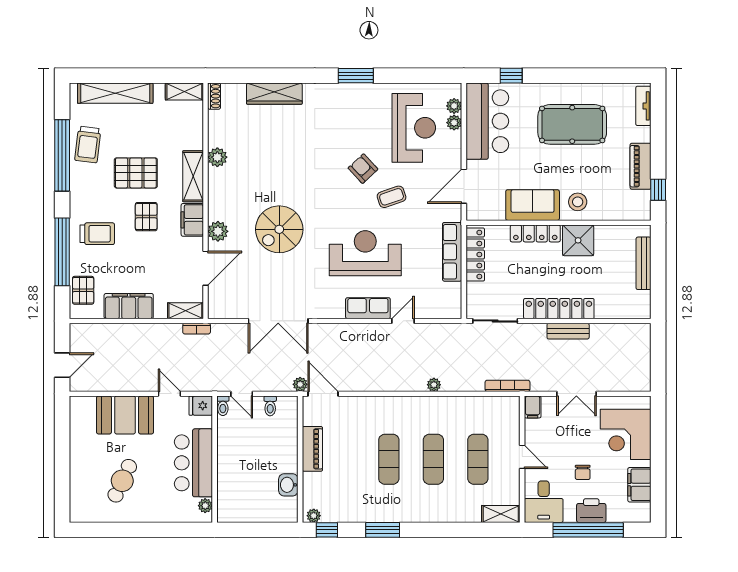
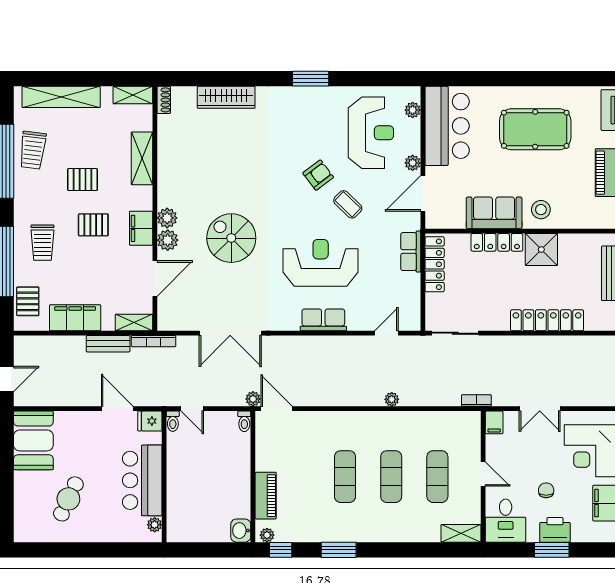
window: (511, 76) -> (472, 79), removed
plant: (454, 123) -> (413, 163), moved
plant: (217, 157) -> (167, 218), moved
armchair: (363, 169) -> (318, 175), turned 96
pallet: (136, 173) -> (83, 180), width x0.67, depth x0.71
shelving: (193, 176) -> (142, 158), moved
coffee table: (392, 197) -> (348, 204), turned 63
pallet: (146, 217) -> (93, 225), turned 90
spiral stairs: (279, 229) -> (231, 238), turned 90
trolley: (97, 234) -> (42, 243), turned 90
row of seats: (452, 252) -> (411, 252), width x0.68
locker: (559, 309) -> (547, 320), moved
door: (403, 321) -> (386, 333), moved
bookcase: (197, 329) -> (154, 341), width x1.56
bench: (568, 331) -> (108, 344), moved
bookcase: (508, 386) -> (476, 400), width x0.64
door: (169, 394) -> (117, 409), width x1.38
toilet: (270, 406) -> (244, 421), moved
booth: (125, 415) -> (33, 440), moved, turned 90
piano: (312, 449) -> (266, 496), moved
chair: (583, 472) -> (546, 490), turned 180
washbasin: (288, 485) -> (241, 531), moved
window: (588, 530) -> (552, 550), width x0.47

